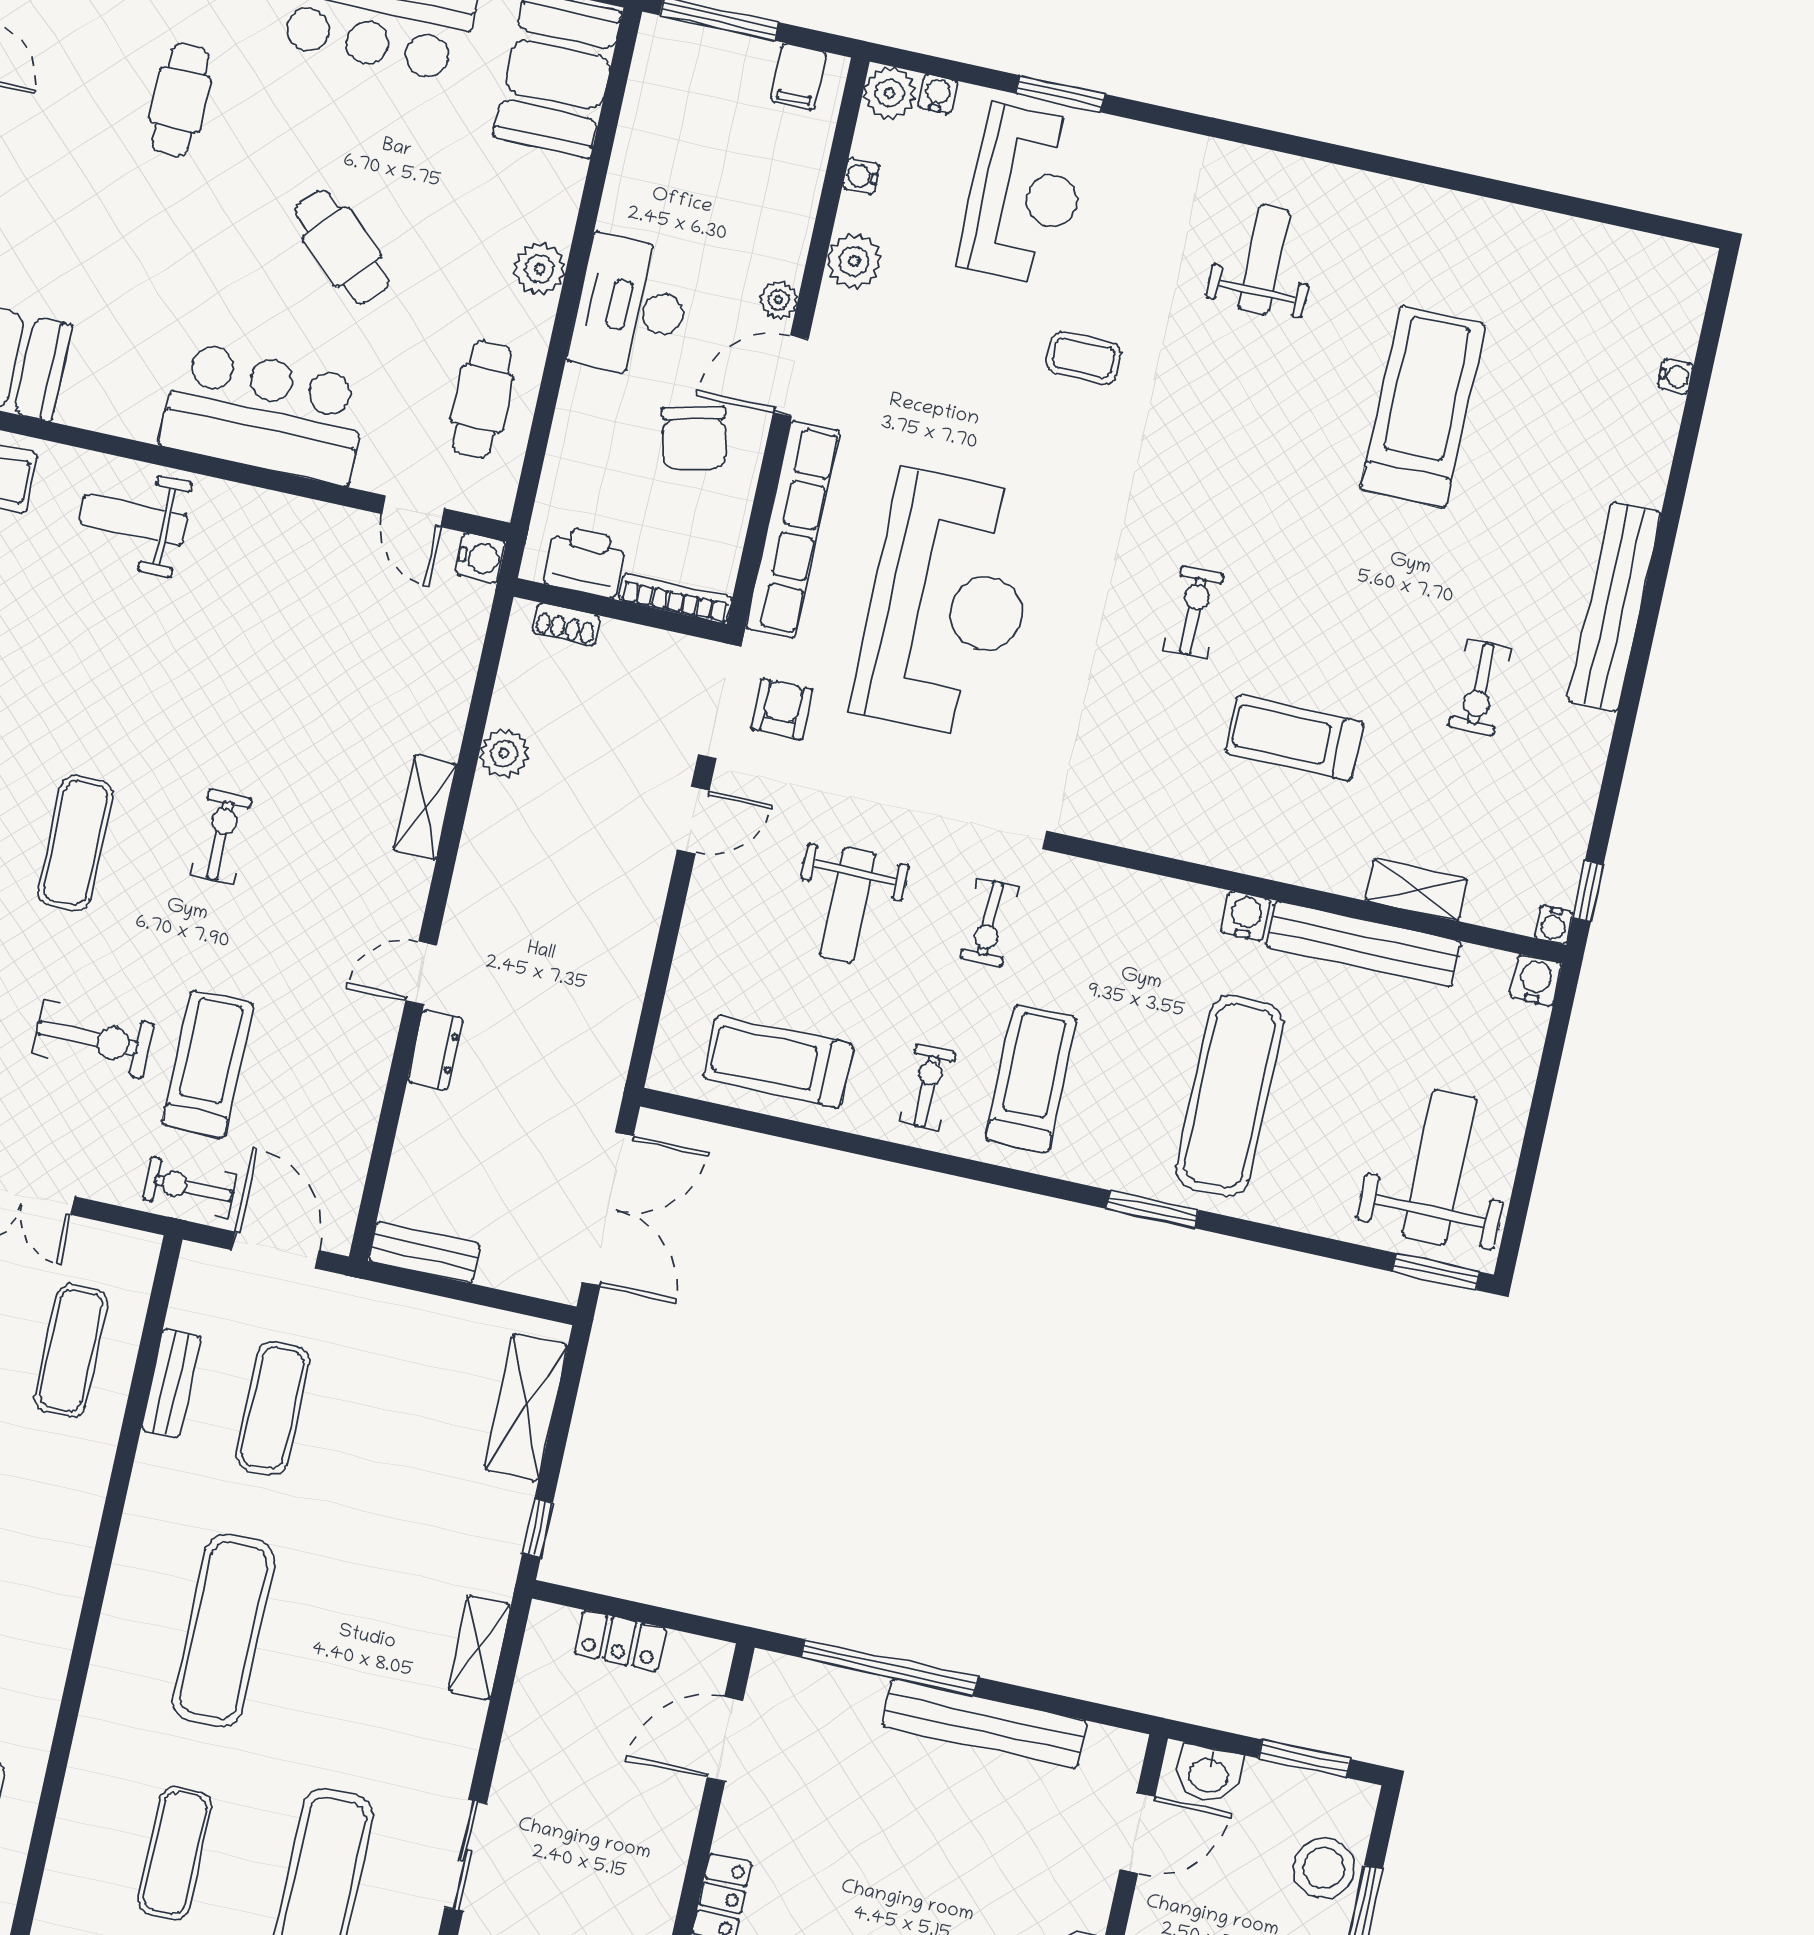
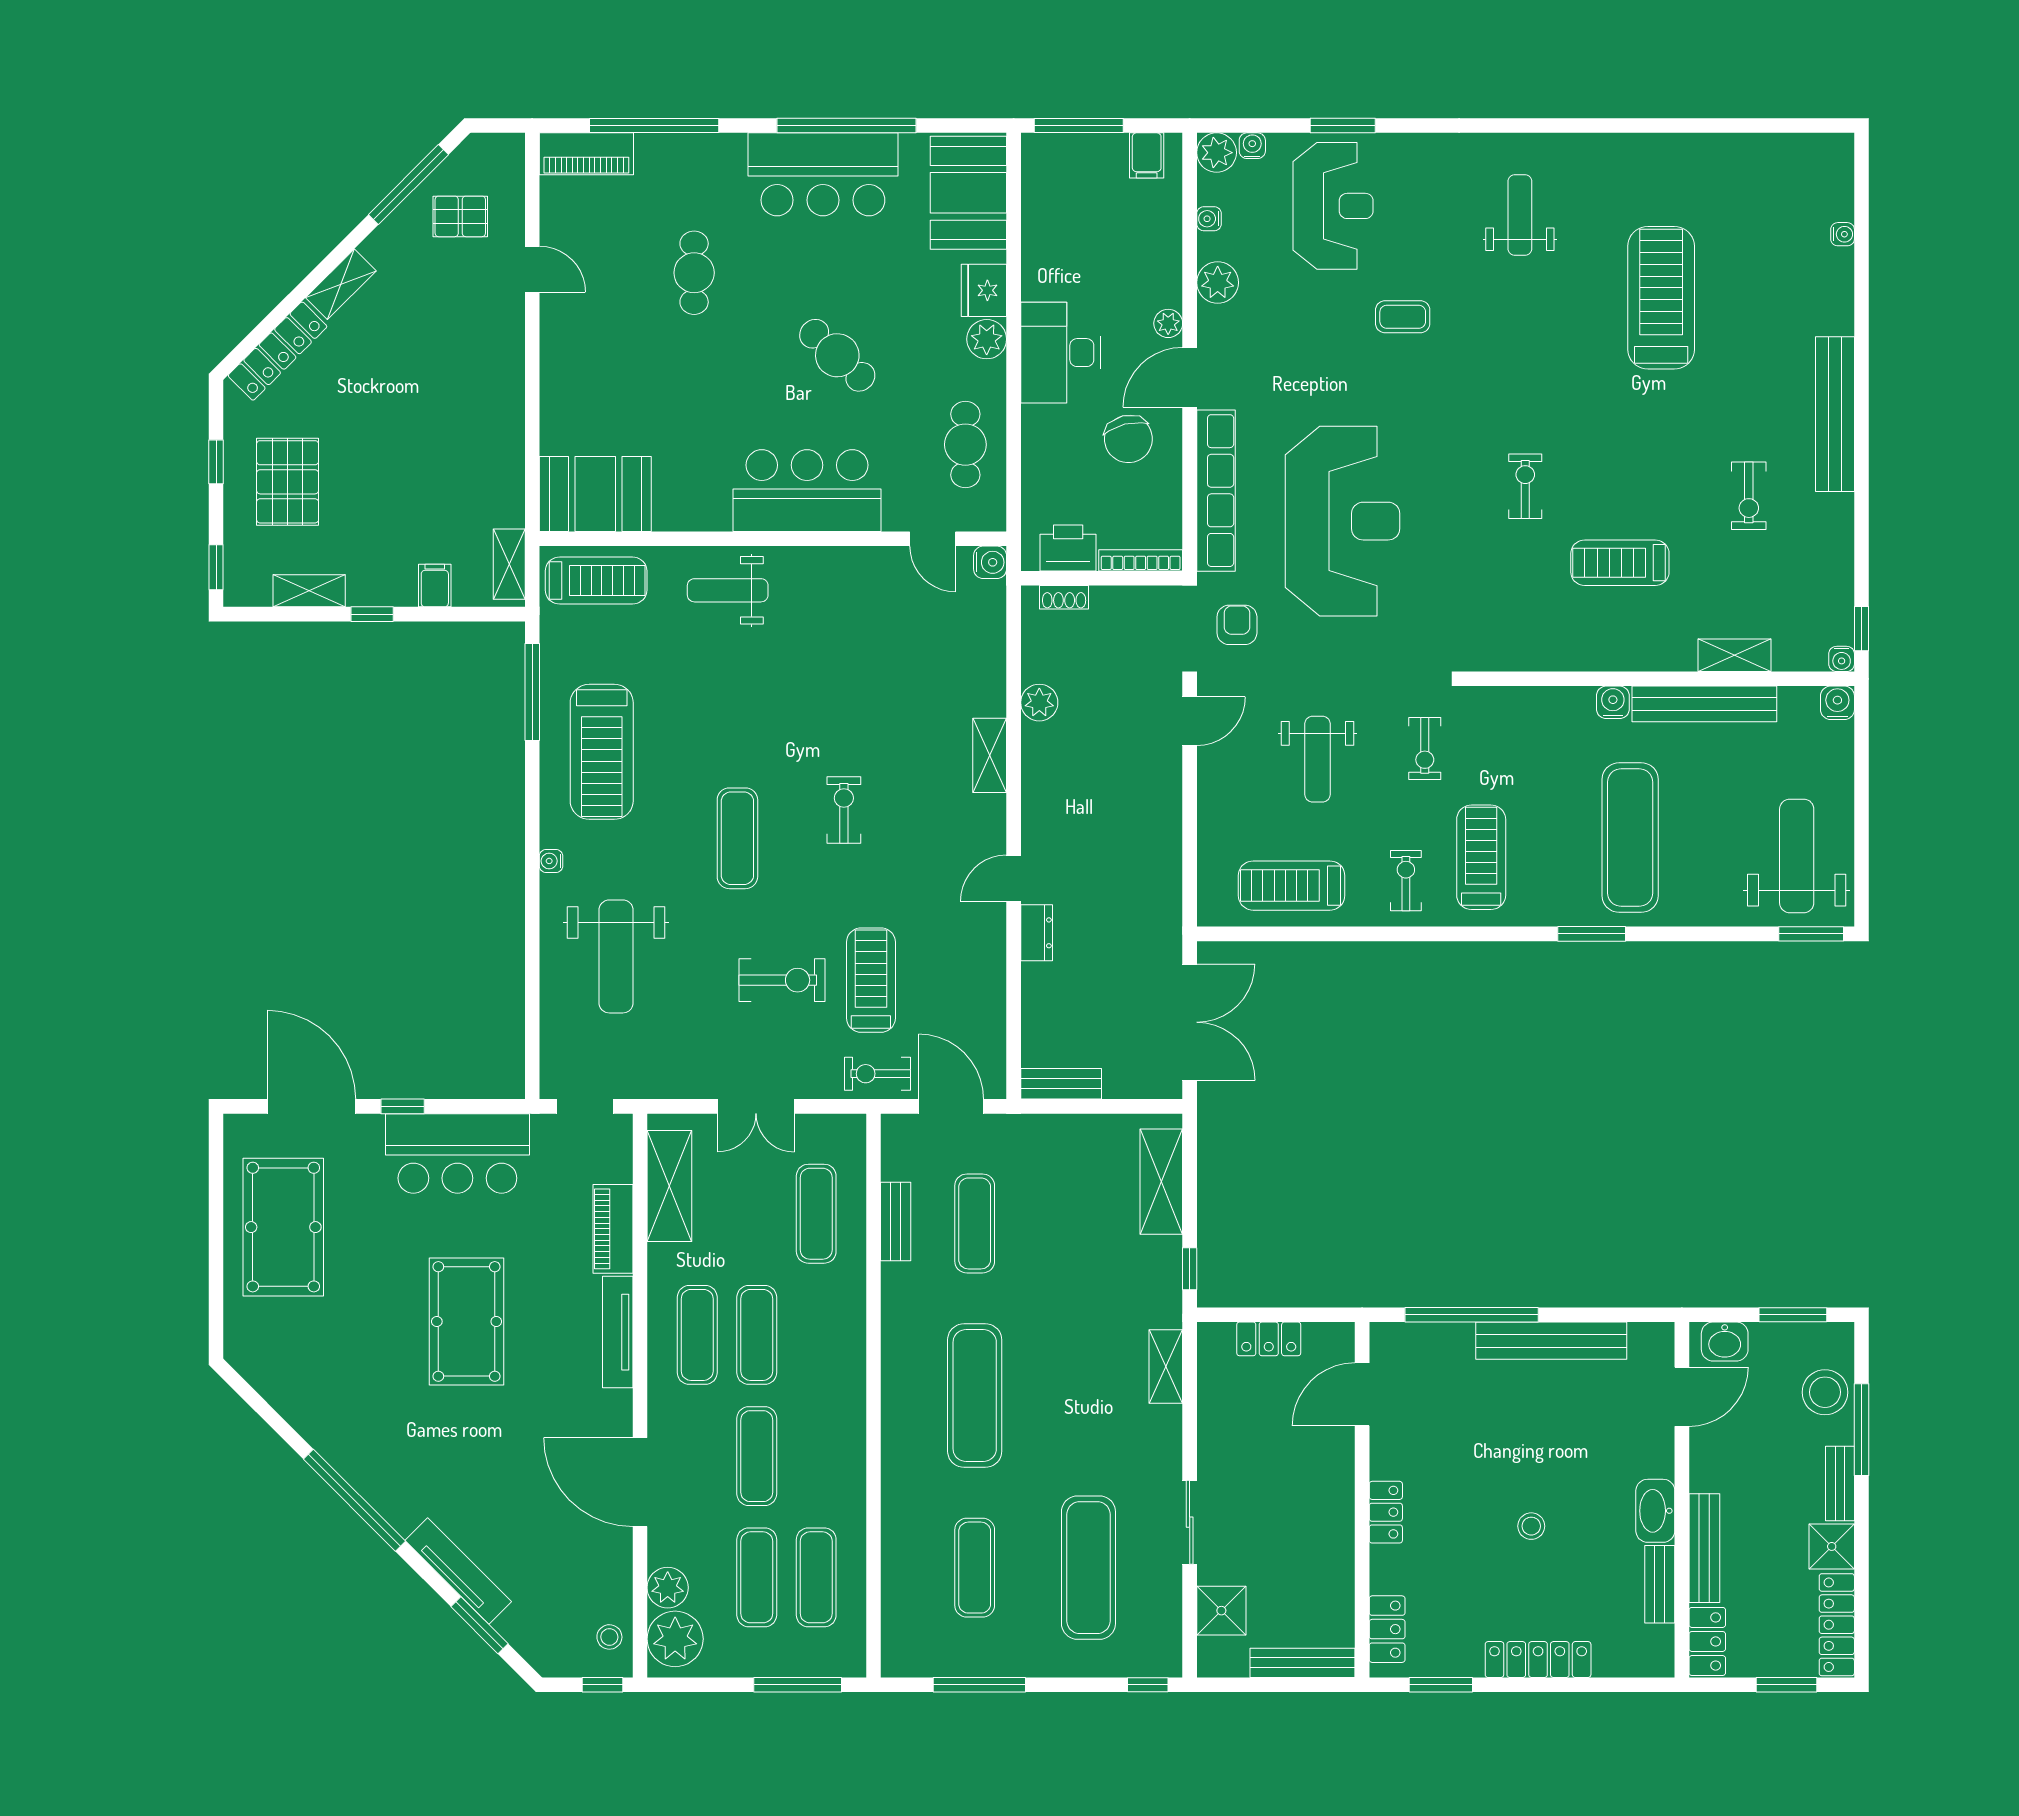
fridge: (550, 205) -> (984, 290), added

